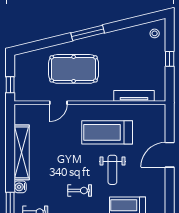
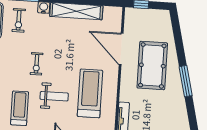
door: (58, 103) -> (121, 49), width x1.88
weight bench: (112, 170) -> (54, 96), turned 180

